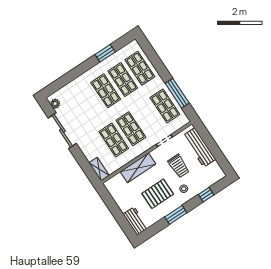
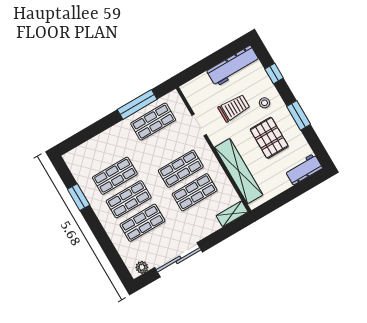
shop shelf: (140, 68) -> (142, 223), moved
workbench: (199, 147) -> (233, 66), moved
shelving: (138, 168) -> (239, 171), width x1.47

